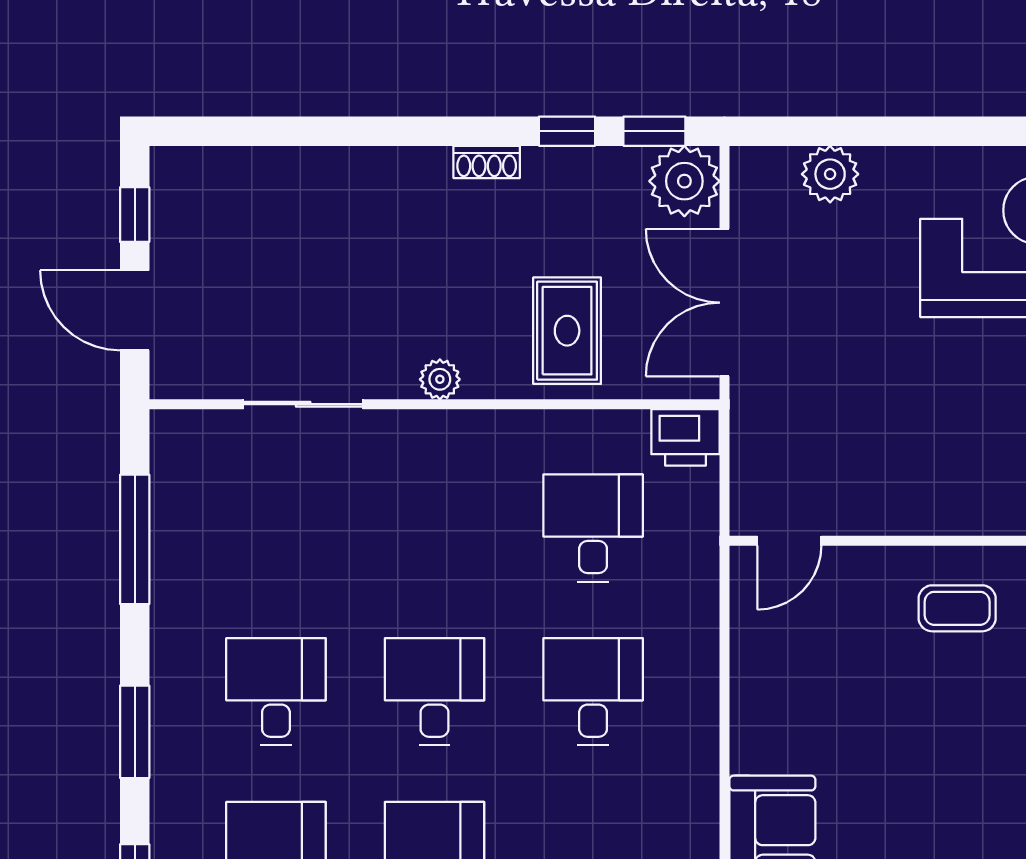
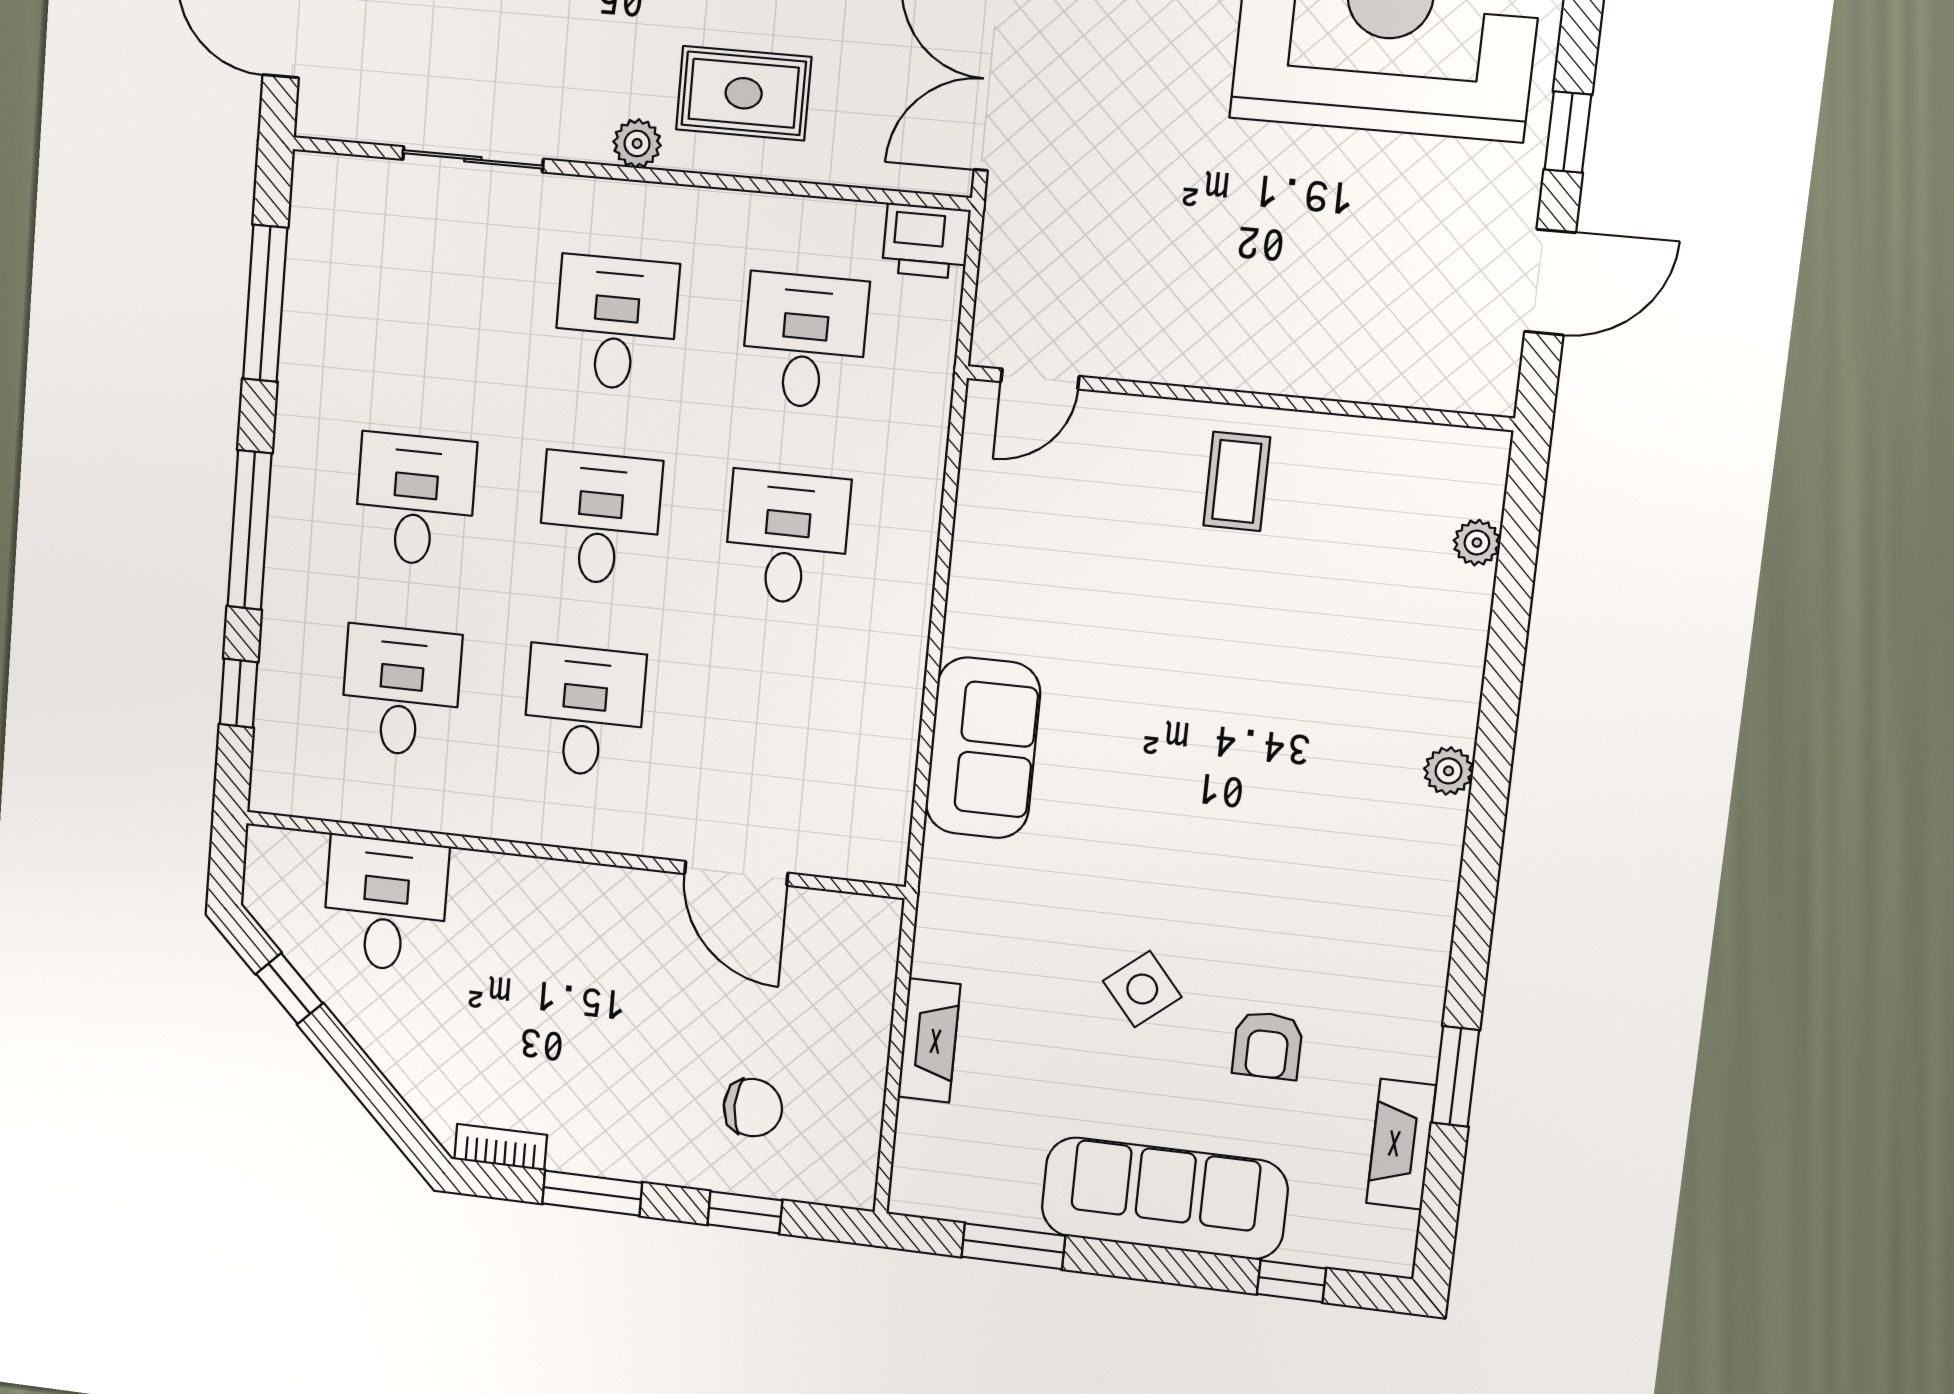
rug: (567, 331) -> (744, 93), moved, turned 90
desk: (434, 528) -> (616, 323), added
coffee table: (957, 608) -> (1237, 481), turned 90
window: (135, 732) -> (250, 530), width x1.44

